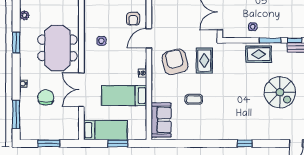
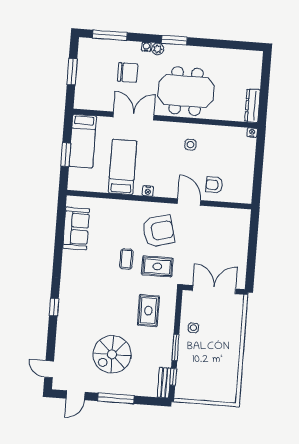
plant: (24, 15) -> (158, 49), moved
window: (16, 43) -> (174, 40), moved
rug: (259, 54) -> (148, 311), moved
coffee table: (194, 99) -> (126, 259), moved
sofa: (161, 120) -> (76, 229), moved, turned -90

